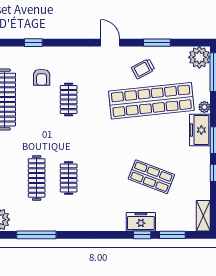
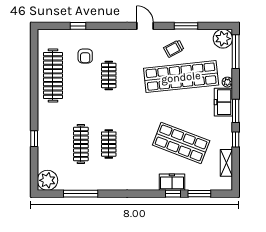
shop shelf: (151, 177) -> (181, 143), width x1.43, depth x1.36
shelving: (203, 216) -> (226, 163), moved

